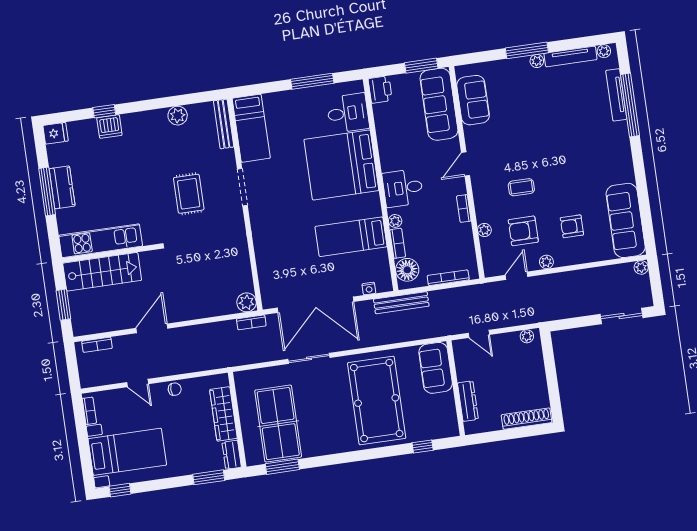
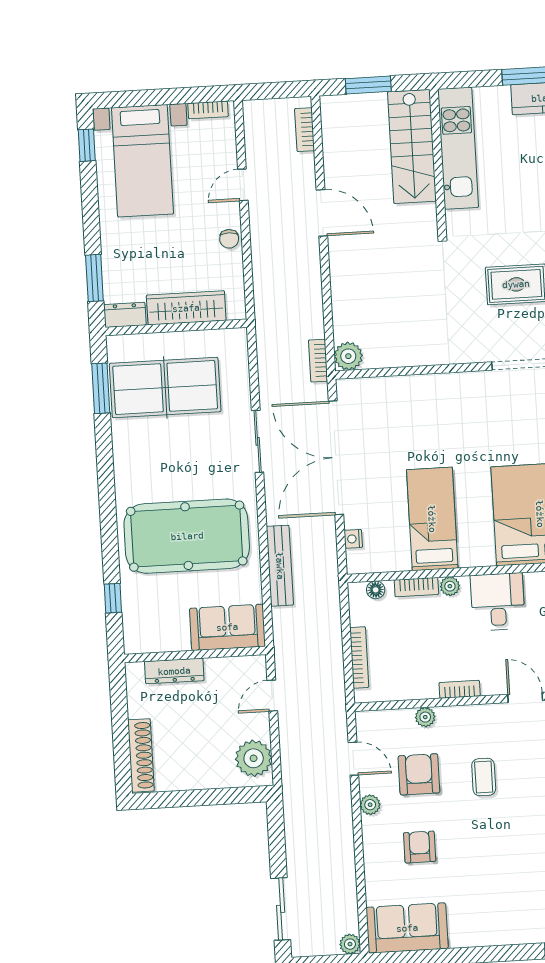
sofa: (626, 220) -> (407, 928), width x0.73
floor lamp: (407, 270) -> (376, 590), width x0.53, depth x0.53
bench: (401, 303) -> (280, 566), moved
plant: (527, 336) -> (254, 758), width x1.88, depth x1.88

